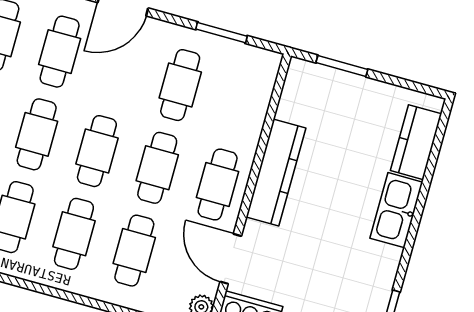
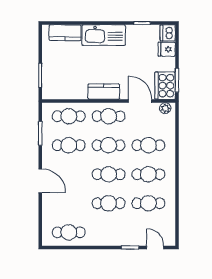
cafe table: (60, 52) -> (69, 116), moved
kitchen counter: (276, 172) -> (104, 92), width x0.67
kitchen sink: (396, 210) -> (104, 35), width x1.36, depth x1.24
door: (231, 259) -> (140, 101), swing flipped

